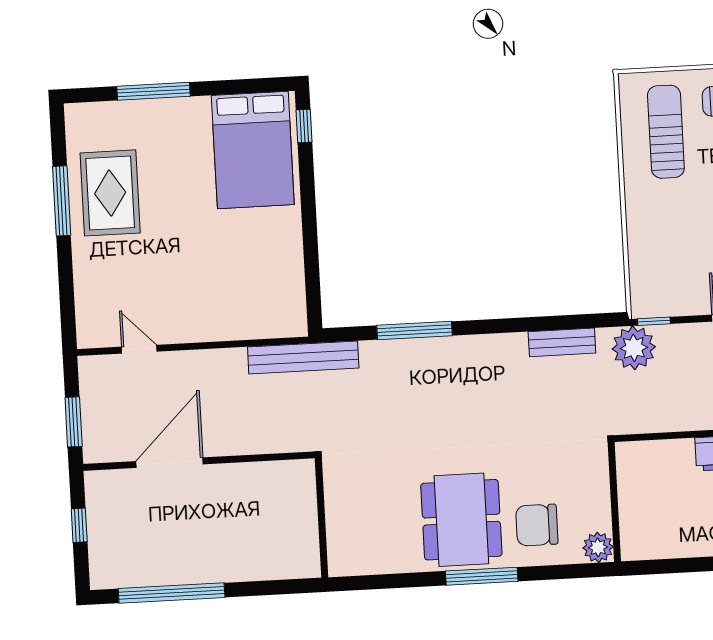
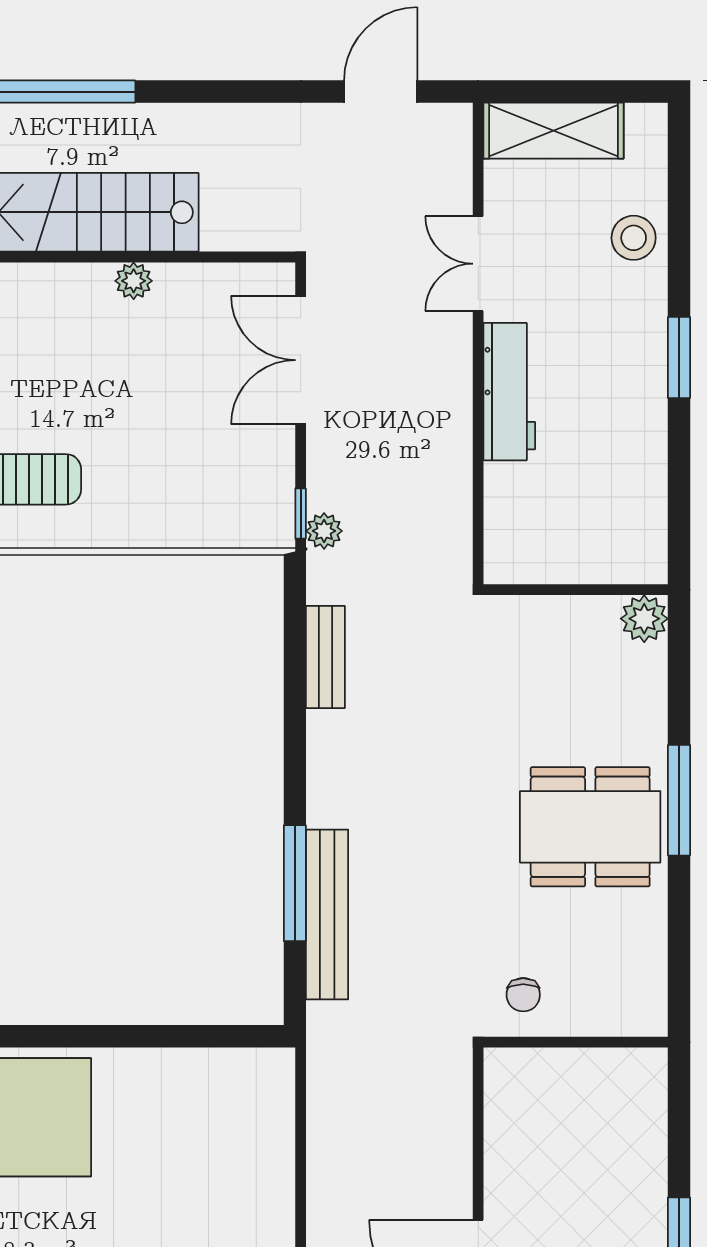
plant: (634, 348) -> (324, 531), width x0.53, depth x0.53
bench: (303, 357) -> (327, 914), moved
chair: (537, 525) -> (523, 995), moved, width x0.54, depth x0.54

